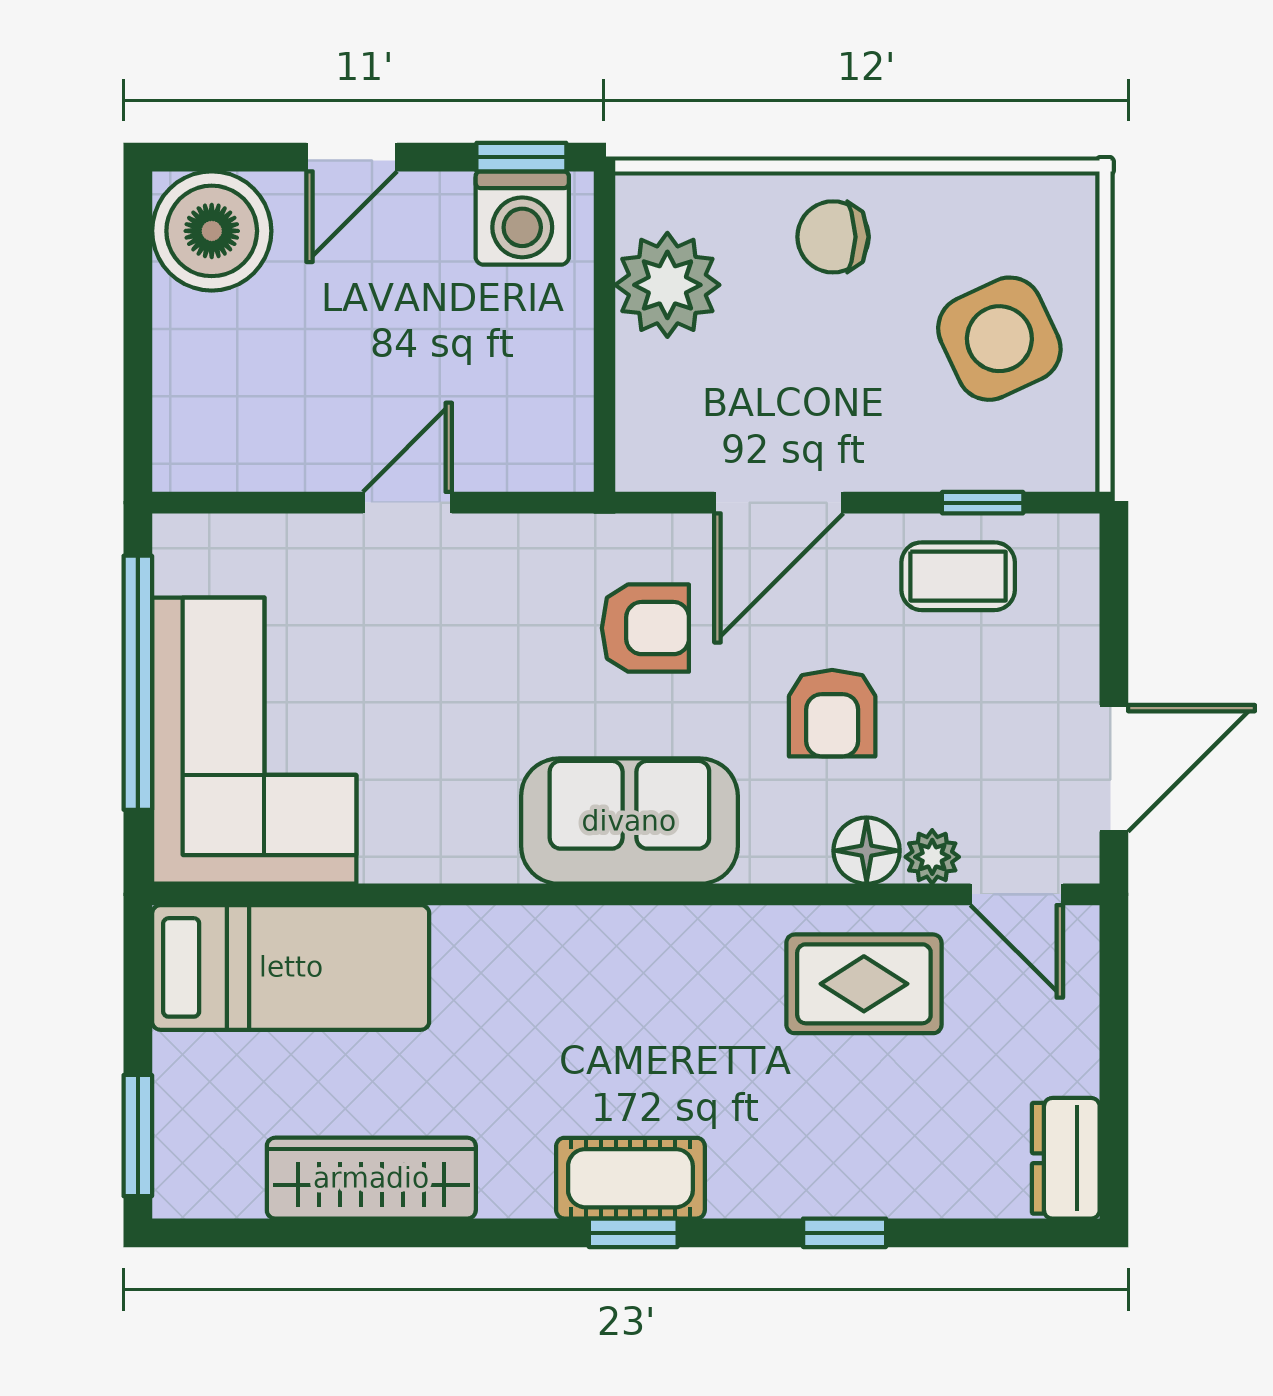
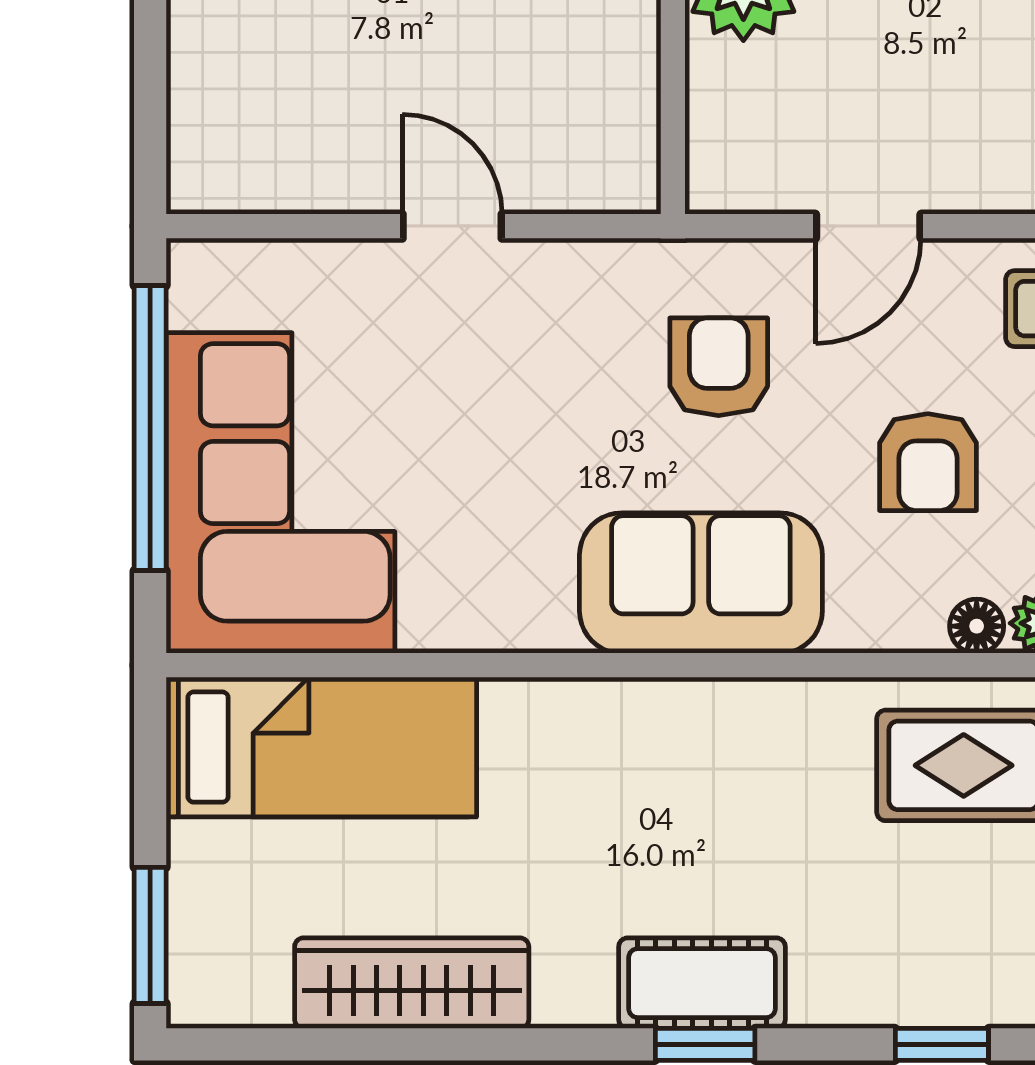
door: (407, 503) -> (452, 226), hinge flipped
door: (779, 503) -> (868, 226), width x0.73
armchair: (645, 628) -> (719, 367), turned -90
floor lamp: (867, 851) -> (977, 626), width x0.73, depth x0.73

